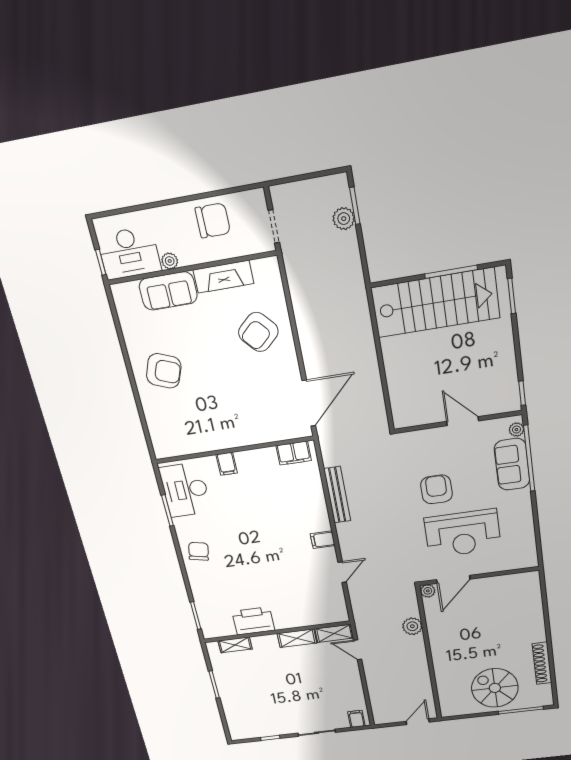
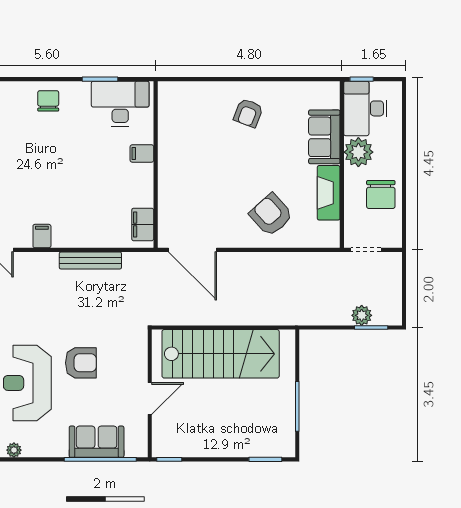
plant: (170, 261) -> (358, 152), width x1.88, depth x1.88
stairs: (435, 303) -> (221, 354), moved, turned -90
armchair: (164, 371) -> (248, 113), width x0.72, depth x0.72
plant: (516, 430) -> (14, 450), moved
chair: (199, 551) -> (48, 101), turned -102

